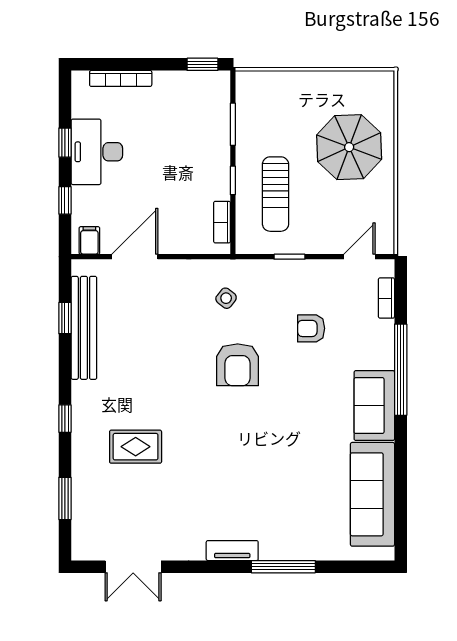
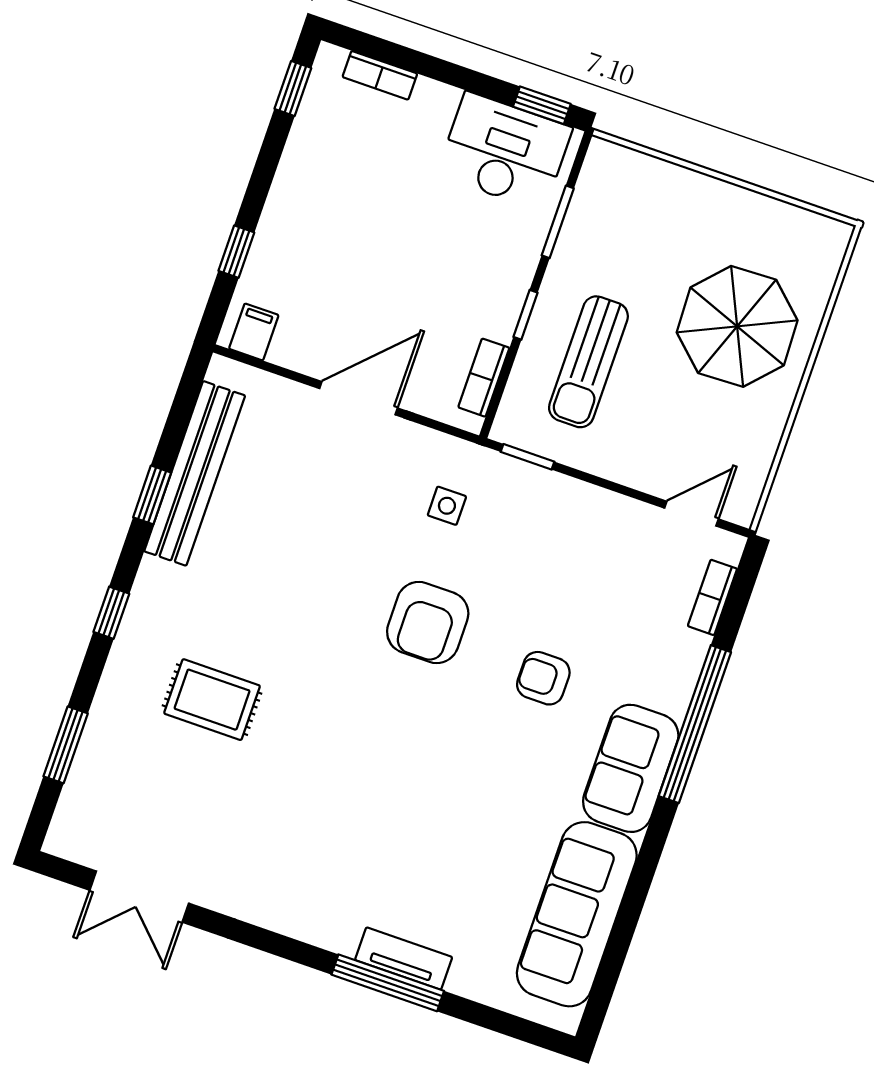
bookcase: (121, 78) -> (380, 75), width x0.64
window: (65, 143) -> (293, 88), moved
desk: (97, 152) -> (505, 151), moved, turned 90
door: (135, 257) -> (358, 398), moved
window: (290, 257) -> (528, 457), moved
side table: (226, 298) -> (447, 506), turned -38
window: (65, 318) -> (152, 495), moved
armchair: (311, 328) -> (543, 678), moved
tv unit: (232, 551) -> (404, 959), moved

